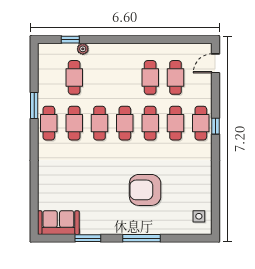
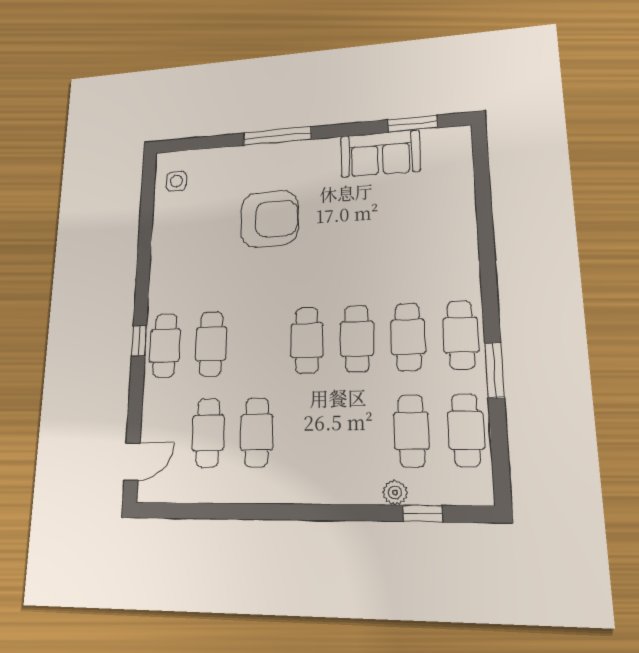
cafe table: (150, 123) -> (466, 430), moved
sofa: (58, 223) -> (380, 153), moved
window: (88, 238) -> (413, 124), moved

